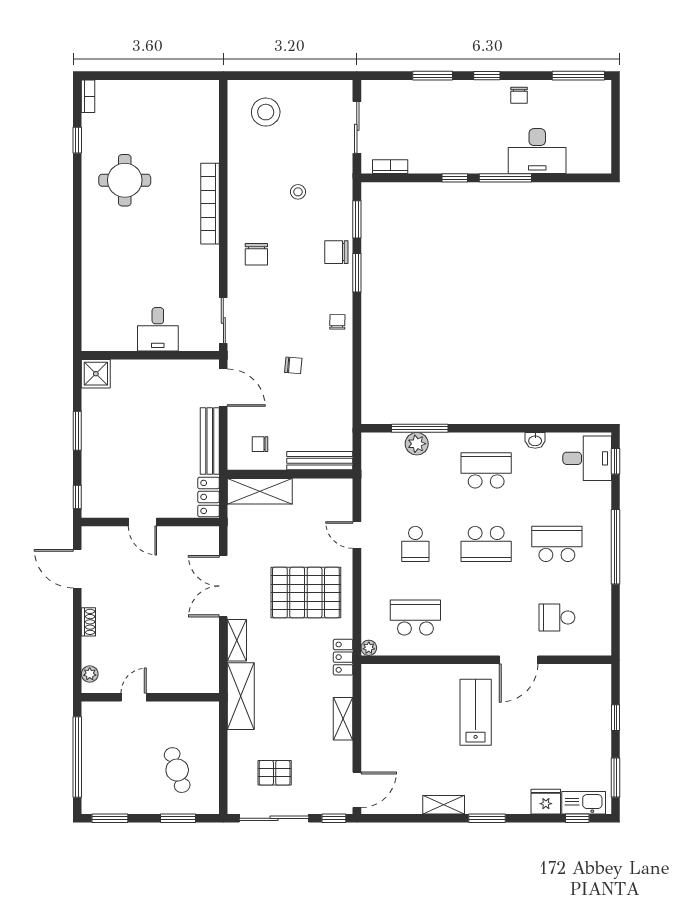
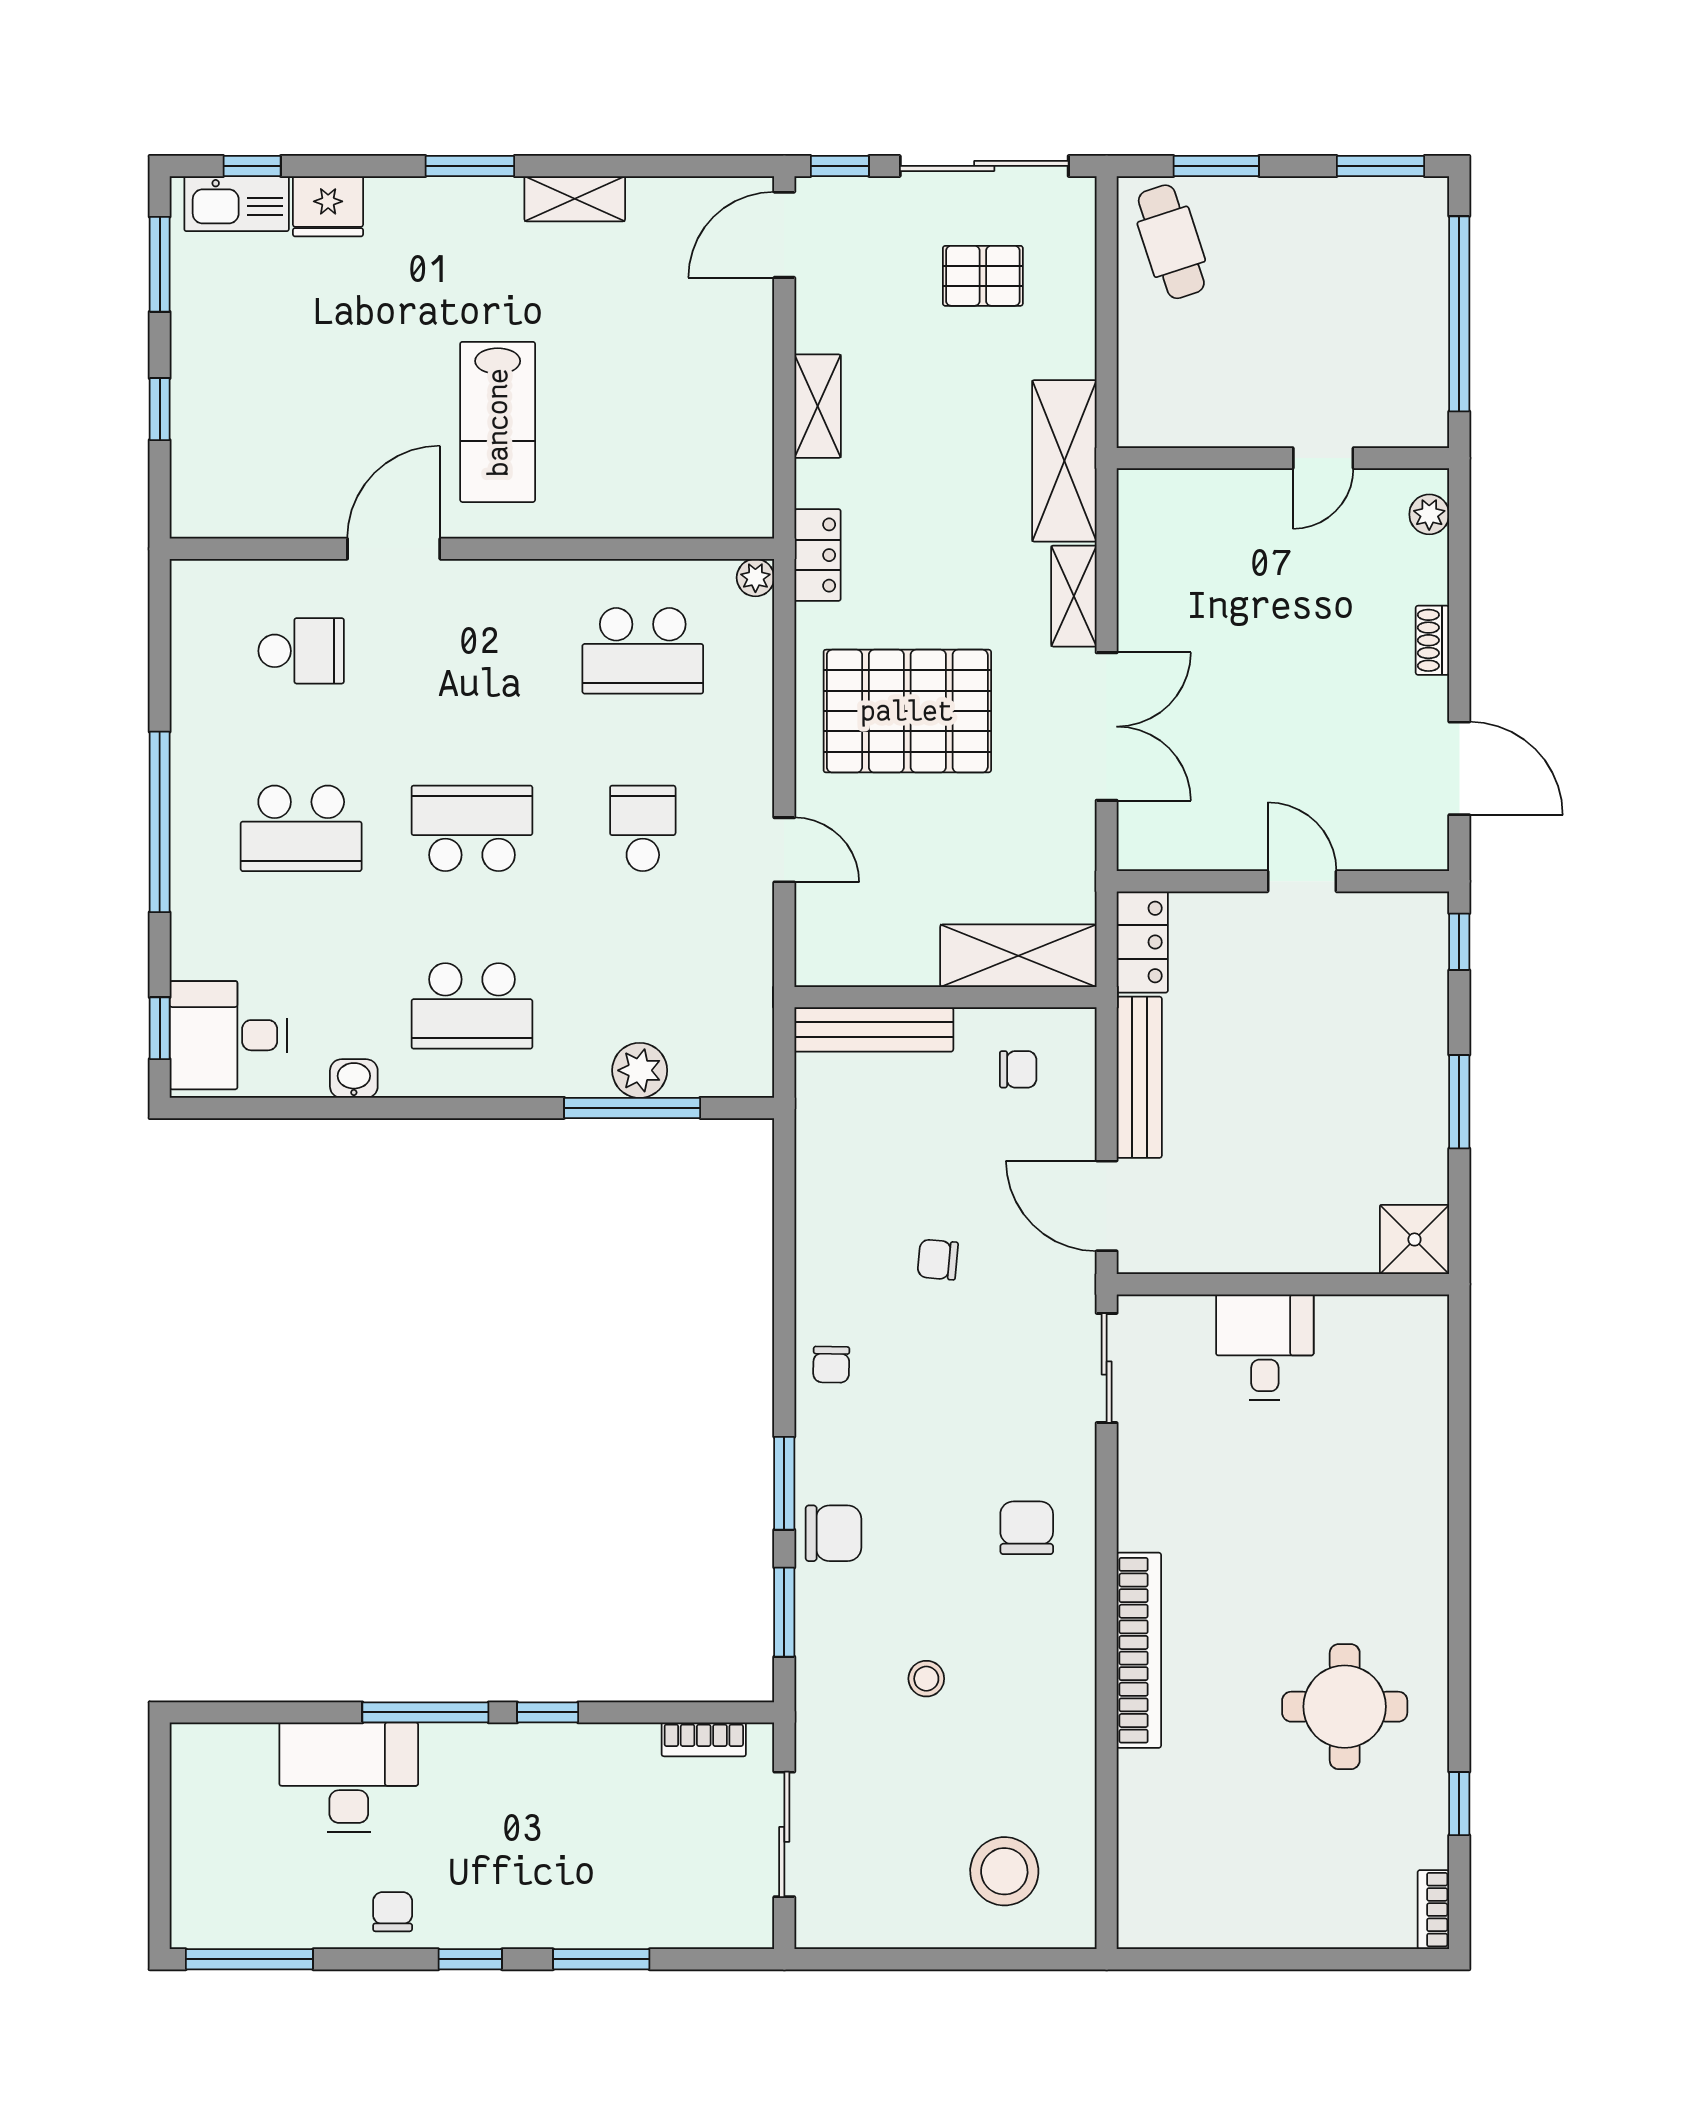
cafe table: (177, 770) -> (1171, 242), moved

